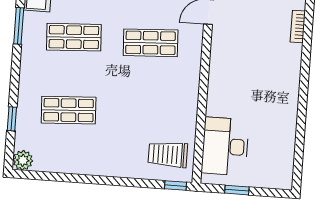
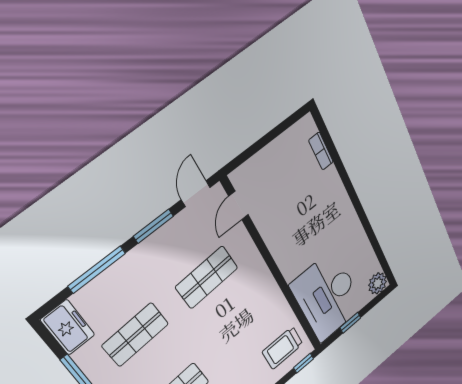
desk: (225, 146) -> (327, 296), width x1.36, depth x1.30
plant: (282, 178) -> (378, 283), added

